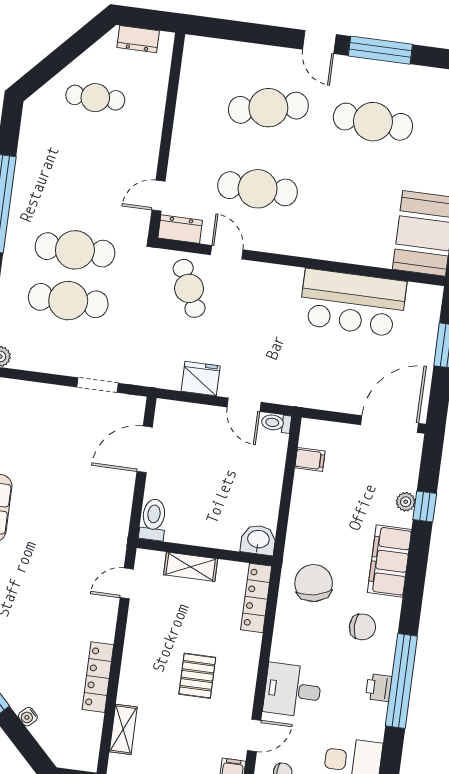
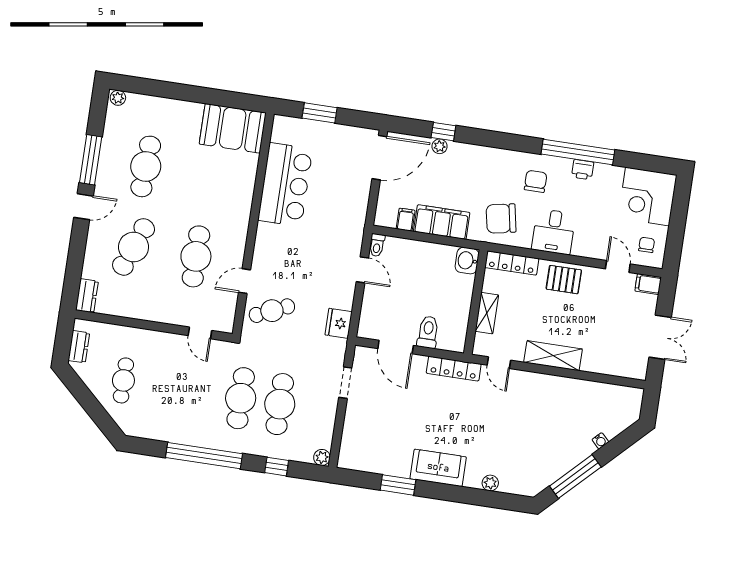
cafe table: (268, 108) -> (134, 247), turned 33
dresser: (180, 229) -> (87, 296), moved, turned 180
fridge: (201, 379) -> (339, 323), moved
door: (244, 405) -> (362, 270), hinge flipped
door: (390, 424) -> (379, 158), swing flipped
toilet: (153, 520) -> (428, 332), moved, turned 90
filing cabinet: (390, 561) -> (442, 222), moved, turned 180
pallet: (197, 676) -> (564, 280), moved
locker: (98, 677) -> (454, 369), moved
desk: (293, 690) -> (554, 232), moved
shelving: (123, 729) -> (553, 356), moved, width x1.50, depth x1.33

